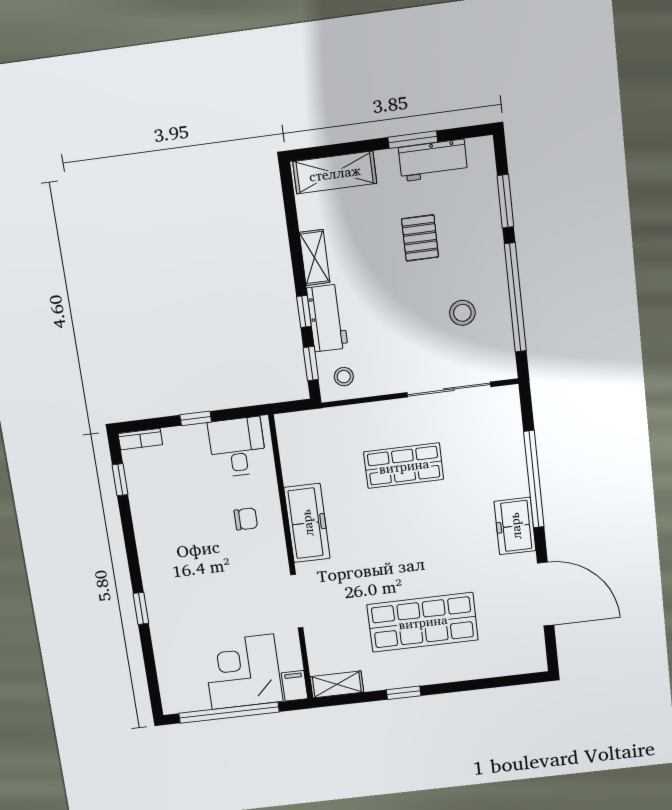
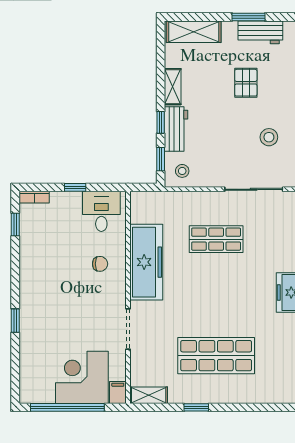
freezer: (307, 523) -> (146, 262), width x1.36, depth x1.26

